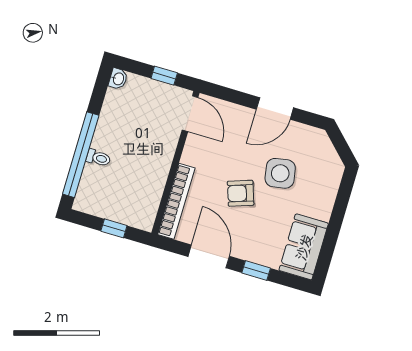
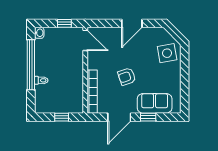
window: (81, 155) -> (31, 65), moved
side table: (280, 173) -> (167, 53), moved
sofa: (304, 247) -> (155, 103), moved, turned 90
door: (209, 256) -> (119, 117), swing flipped

